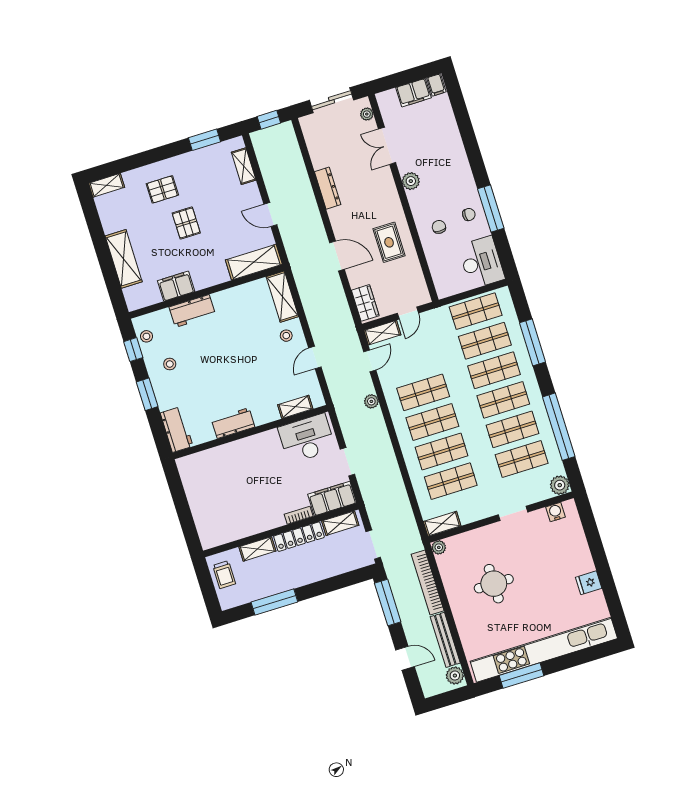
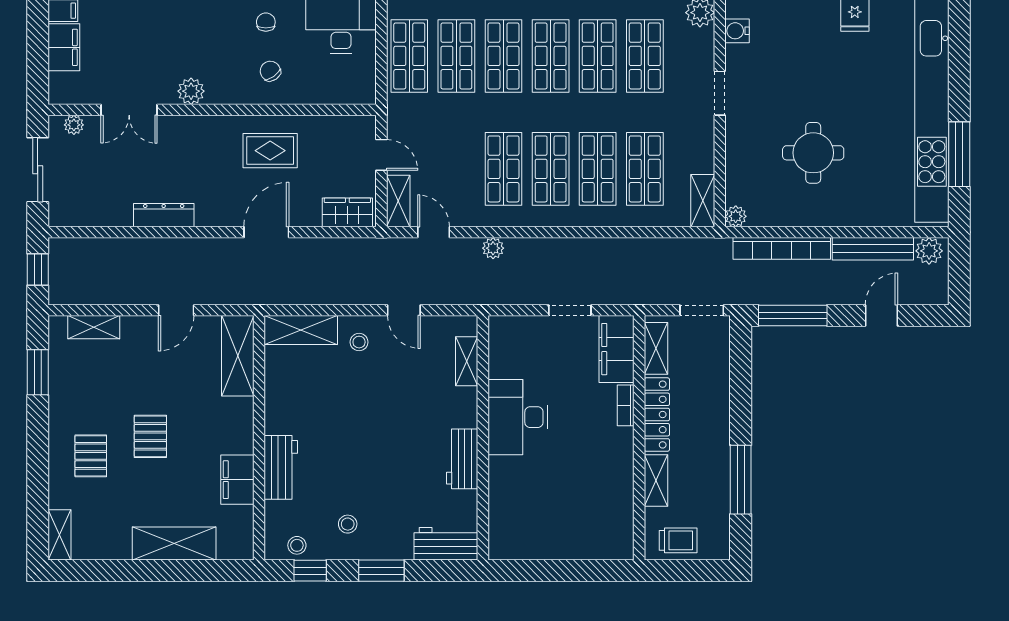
pallet: (186, 223) -> (150, 436), turned 90
chair: (439, 227) -> (270, 71), turned 55
desk: (307, 439) -> (518, 417), moved

